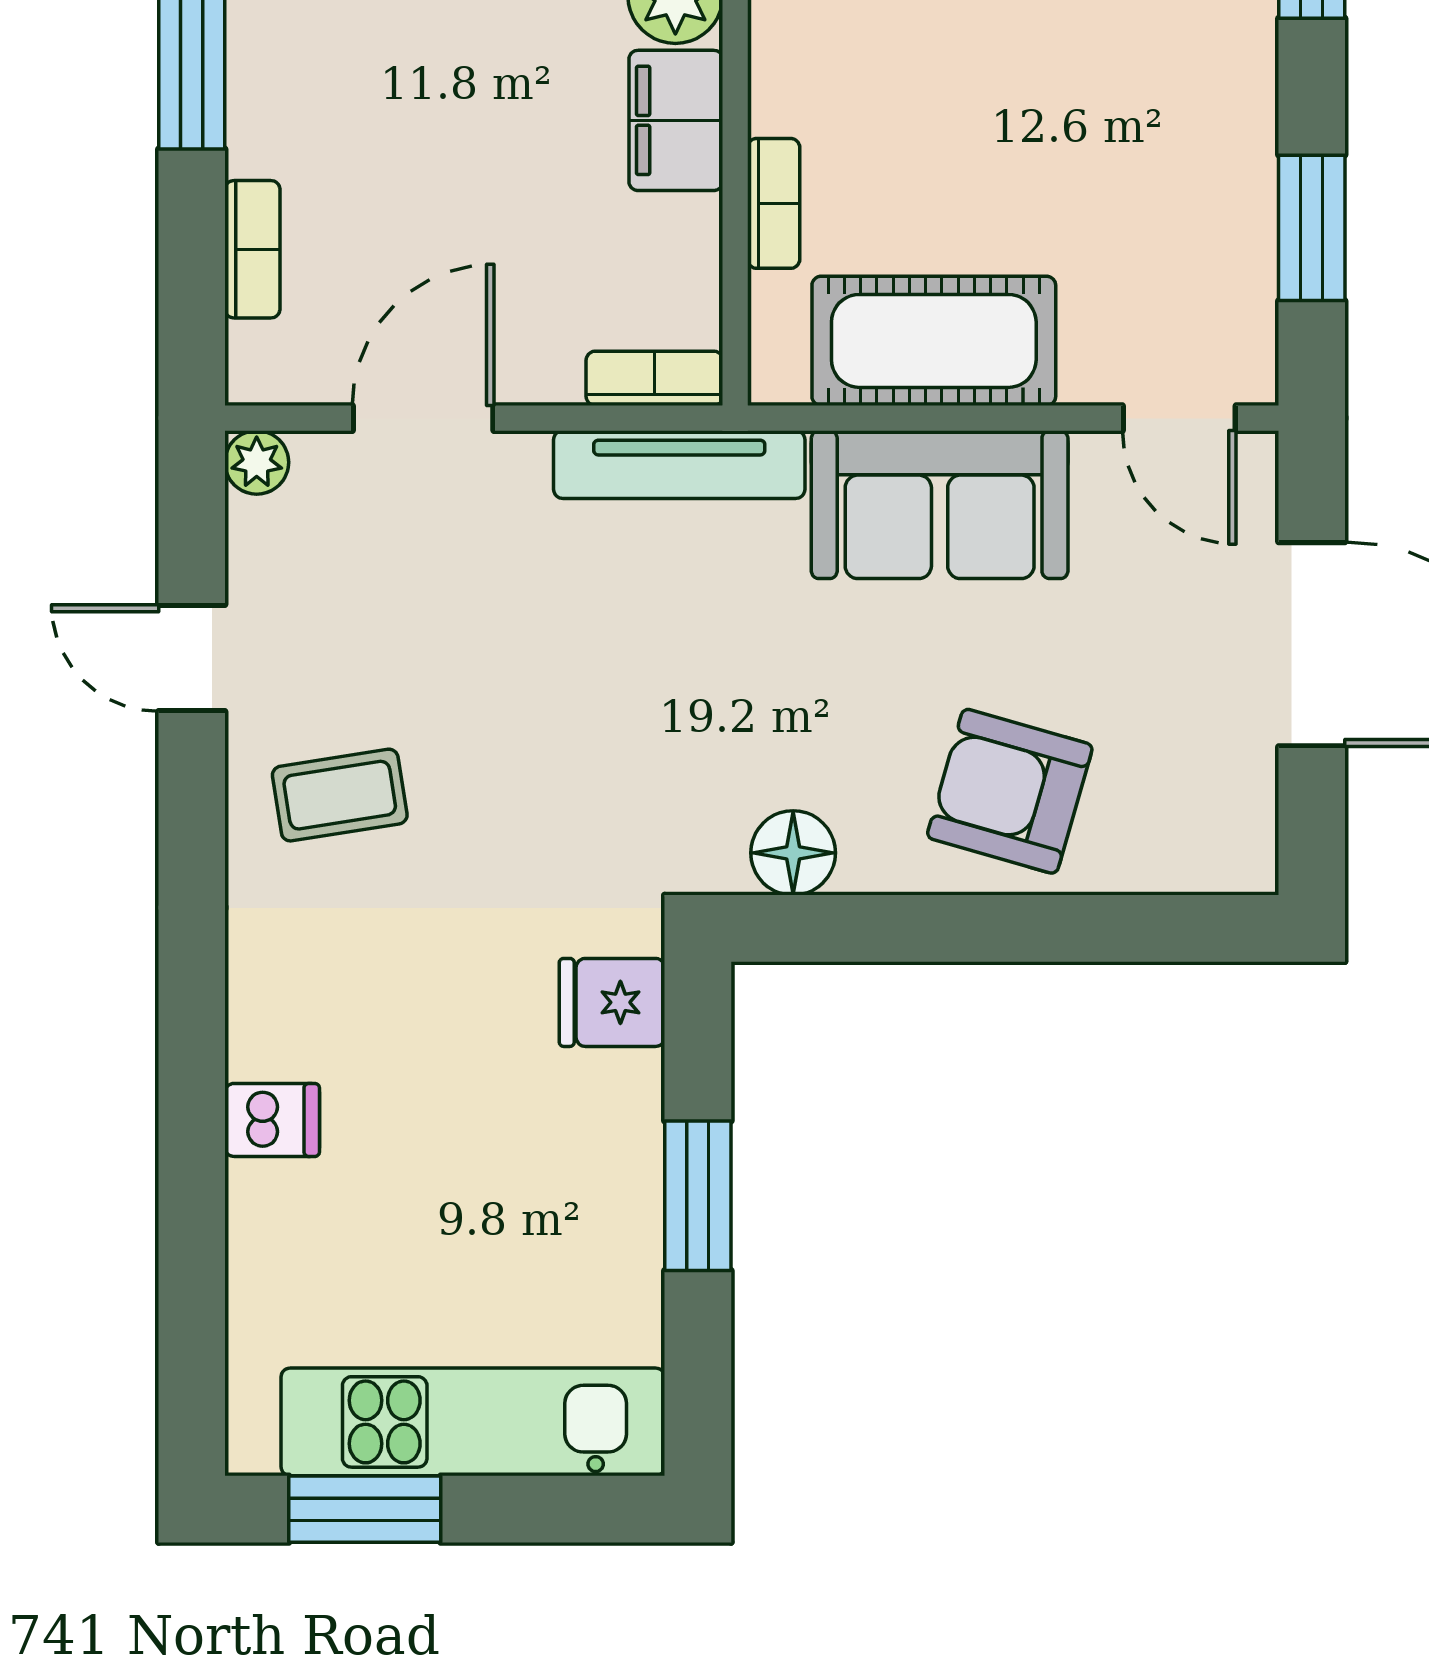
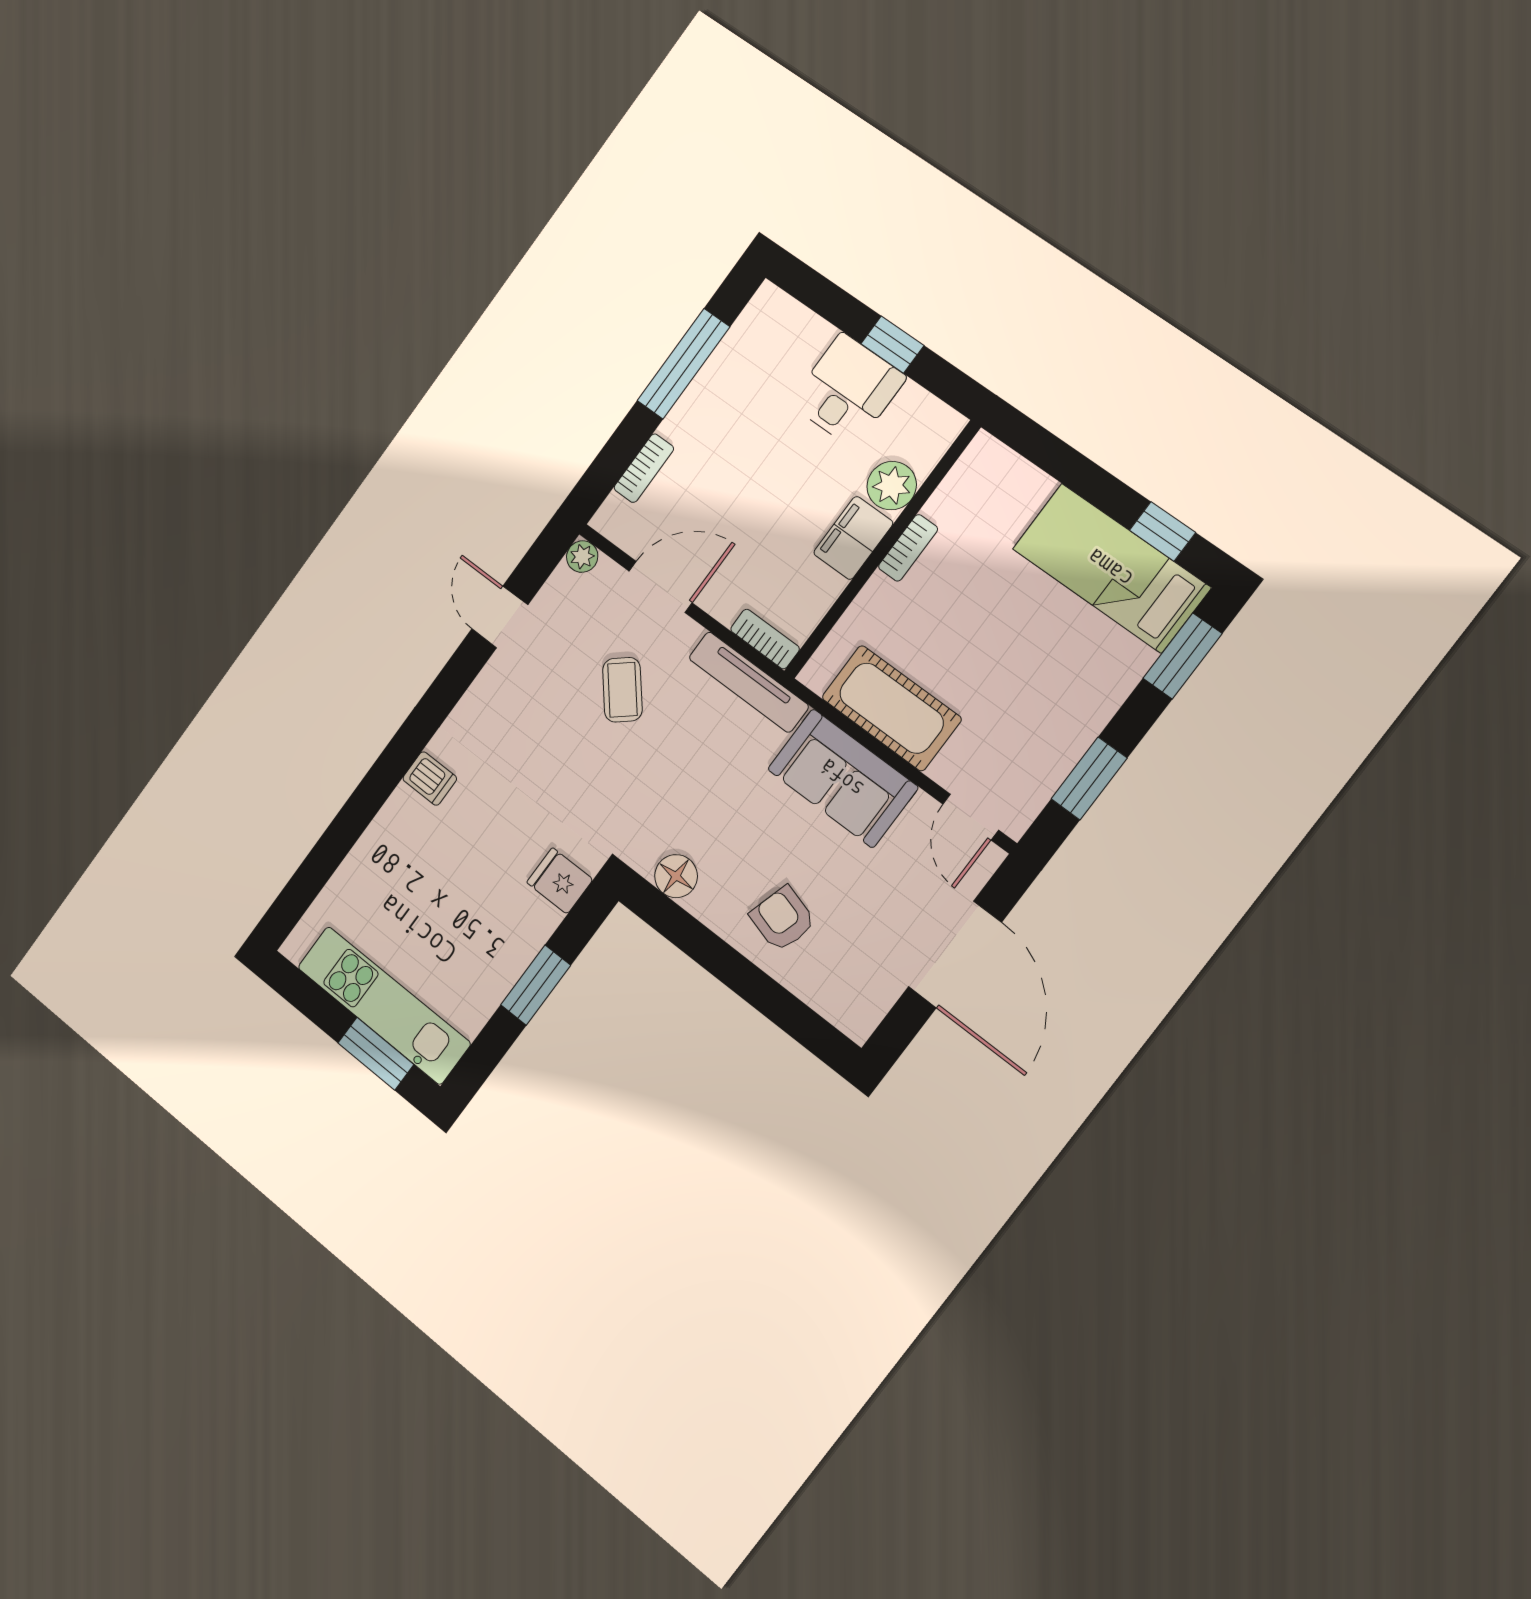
bookcase: (774, 203) -> (908, 548), moved
armchair: (1010, 791) -> (783, 919), width x0.72, depth x0.72
coffee table: (340, 795) -> (622, 690), moved, turned 59
dishwasher: (272, 1120) -> (430, 779), moved
window: (365, 1509) -> (376, 1054), moved

